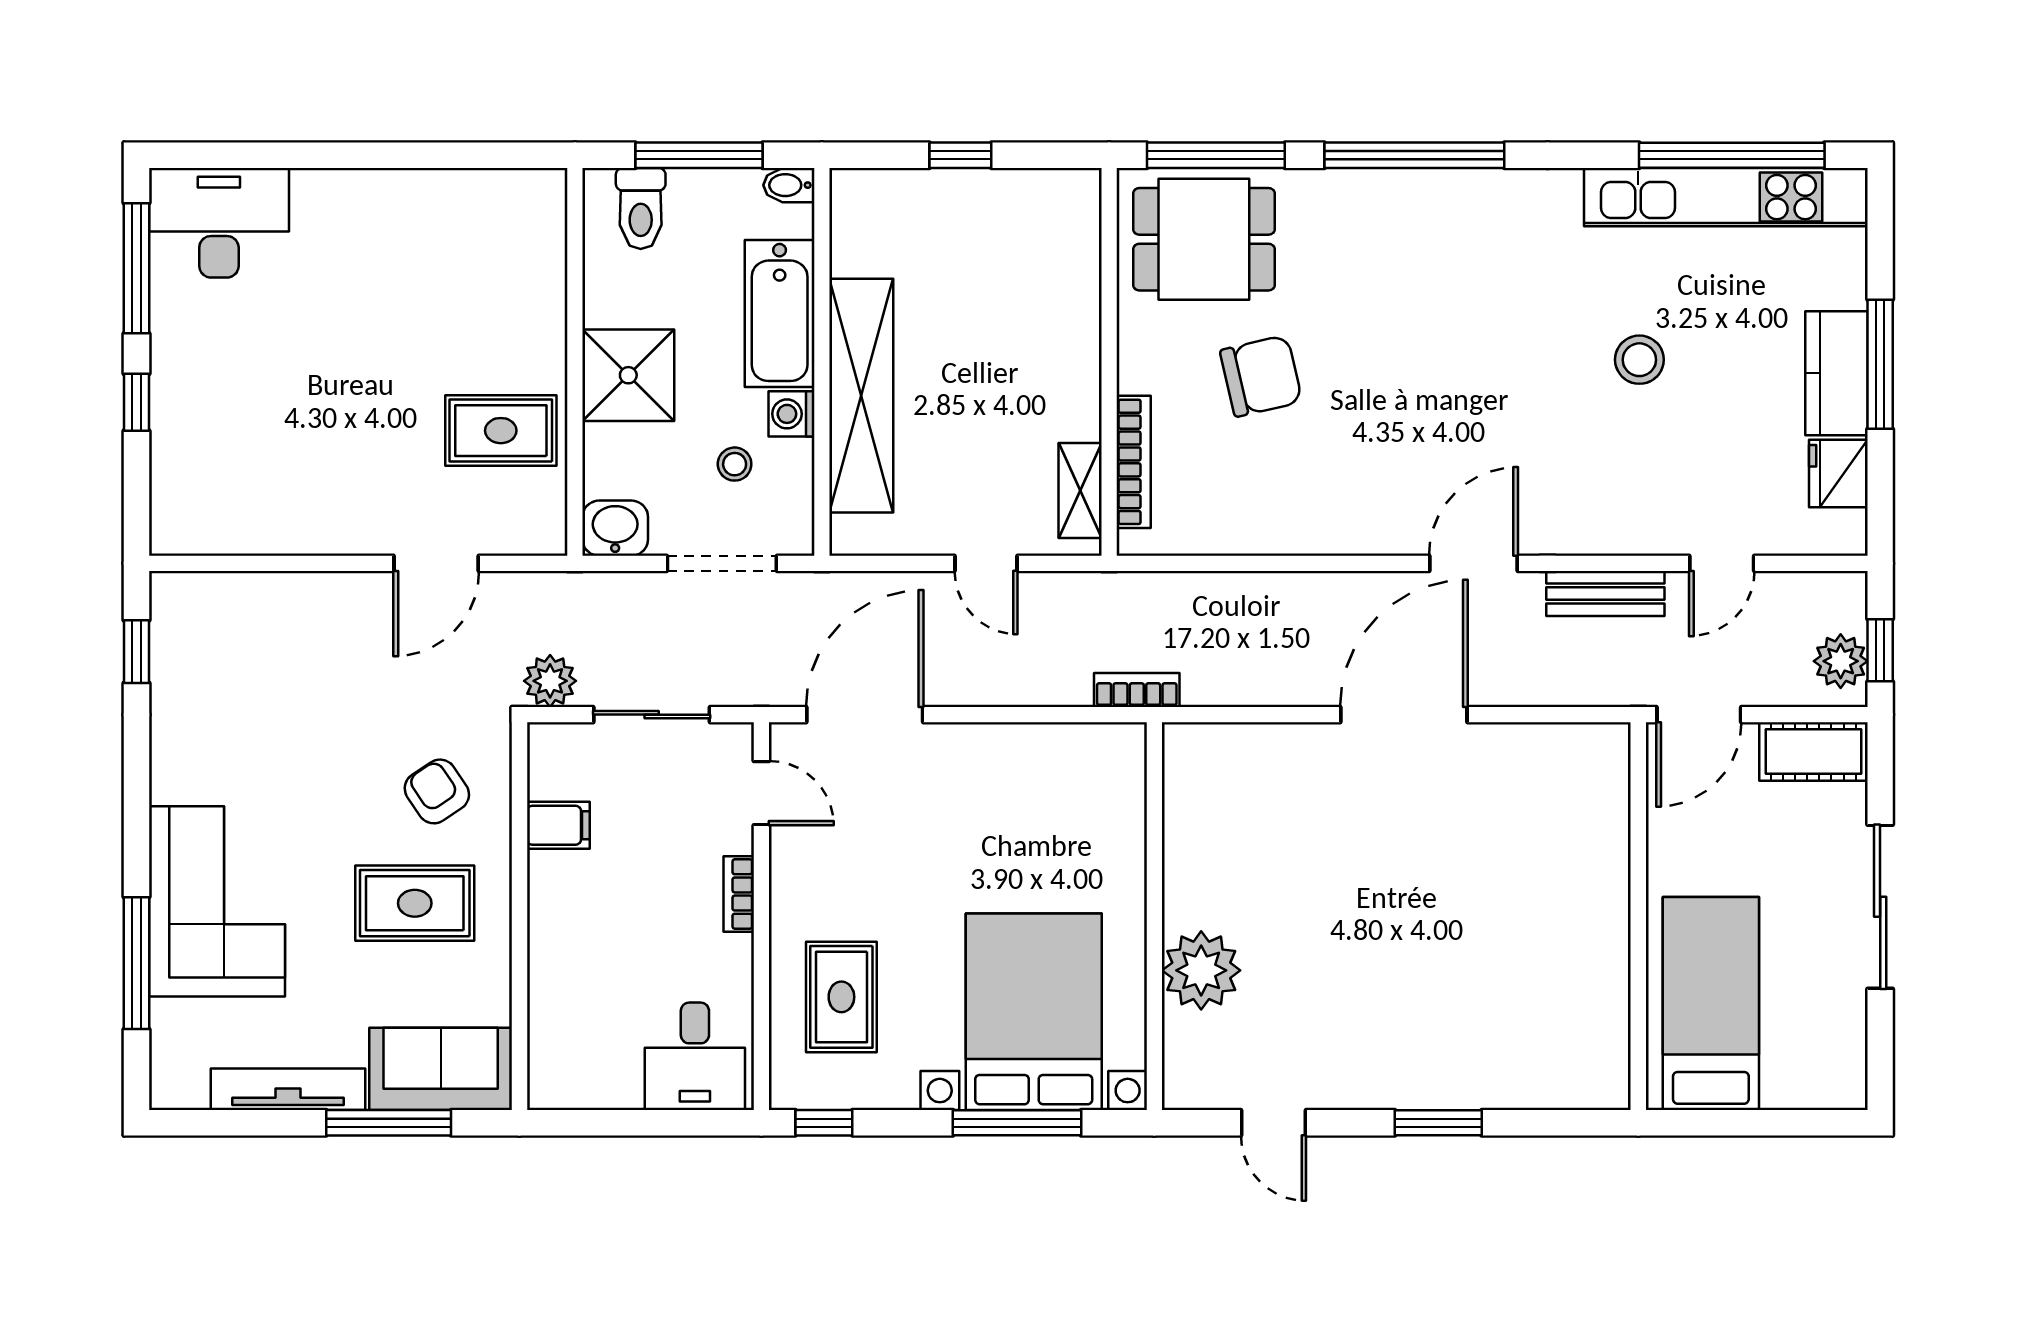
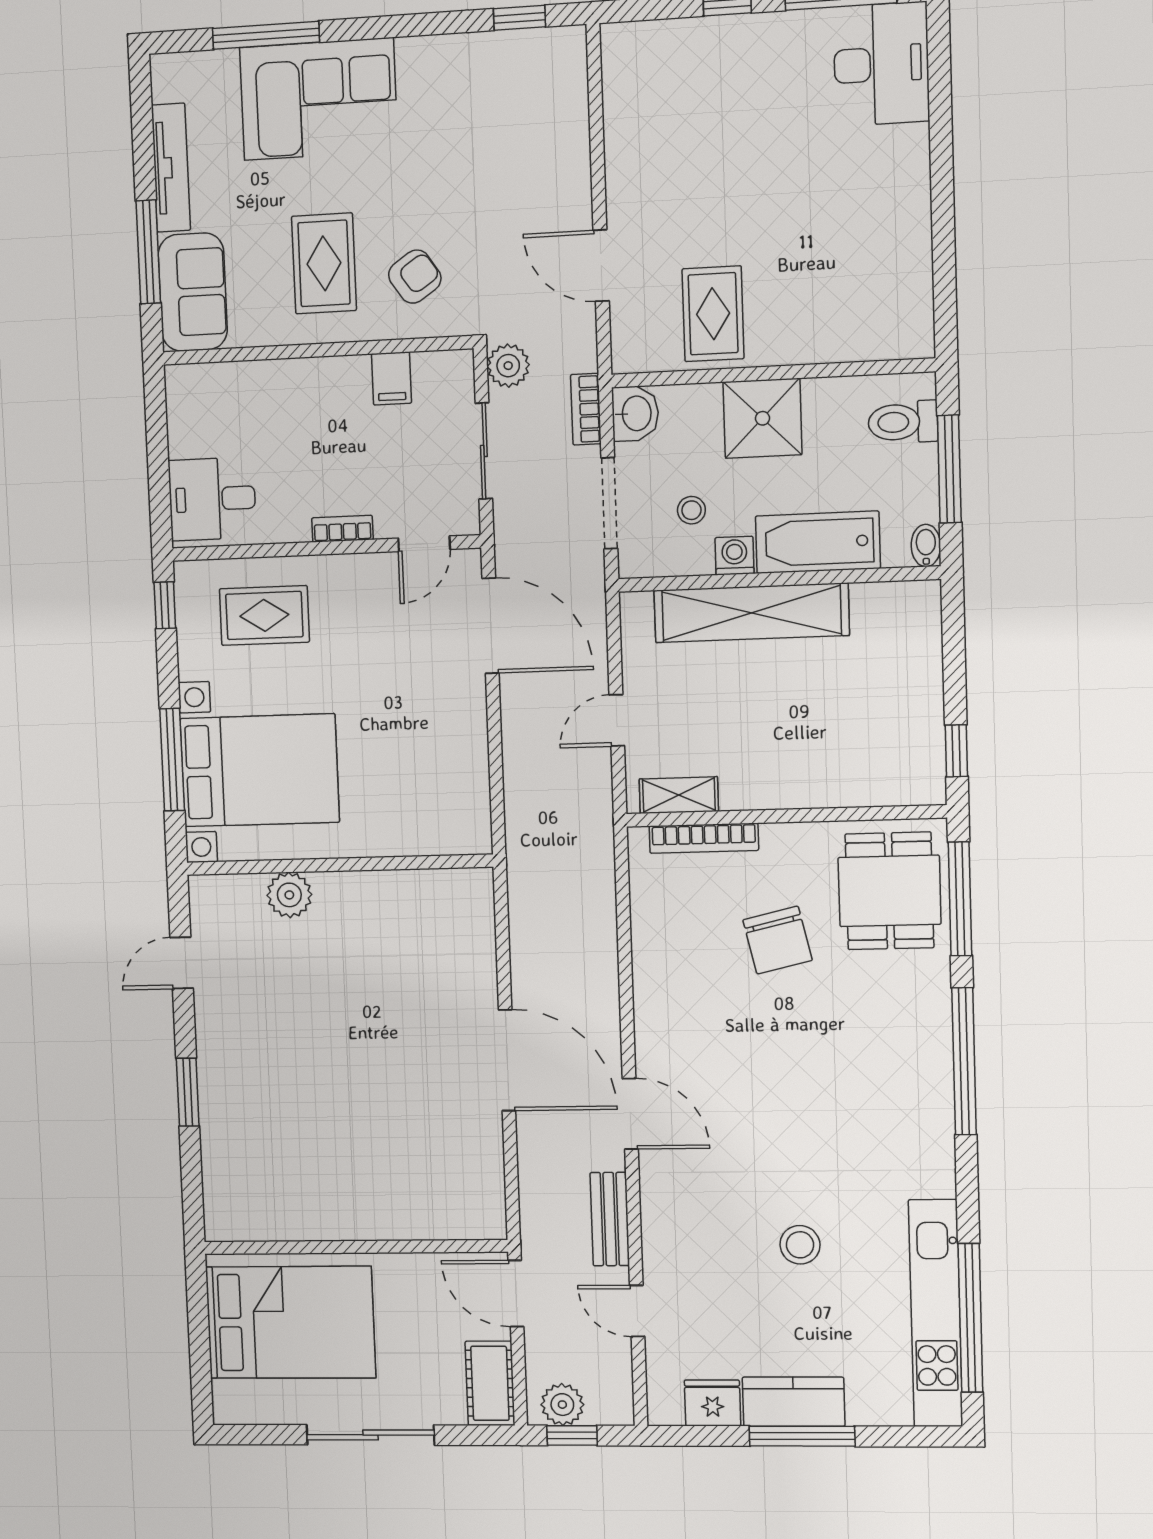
window: (960, 155) -> (956, 751), moved
bookcase: (1137, 690) -> (586, 409), moved, turned 180
plant: (1201, 970) -> (289, 895), width x0.73, depth x0.73
bed: (1711, 1004) -> (290, 1322), width x1.50

